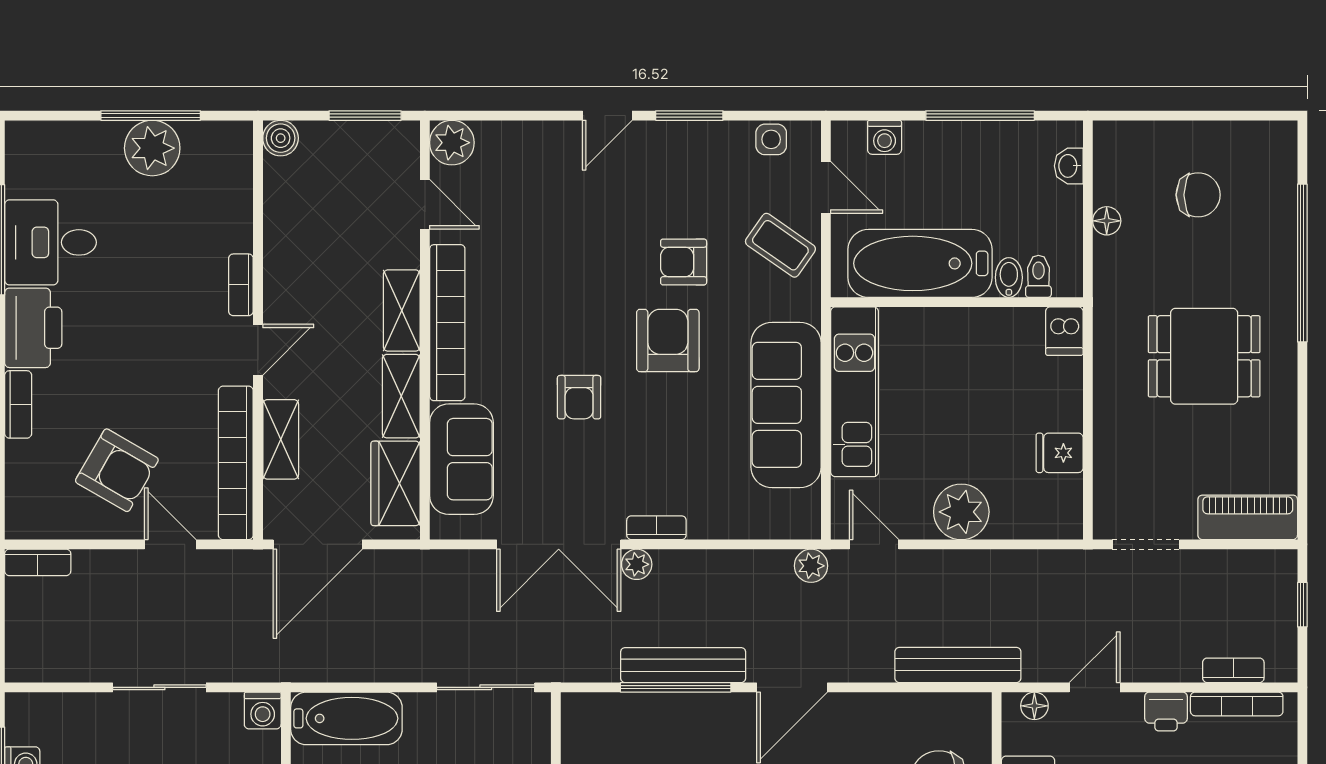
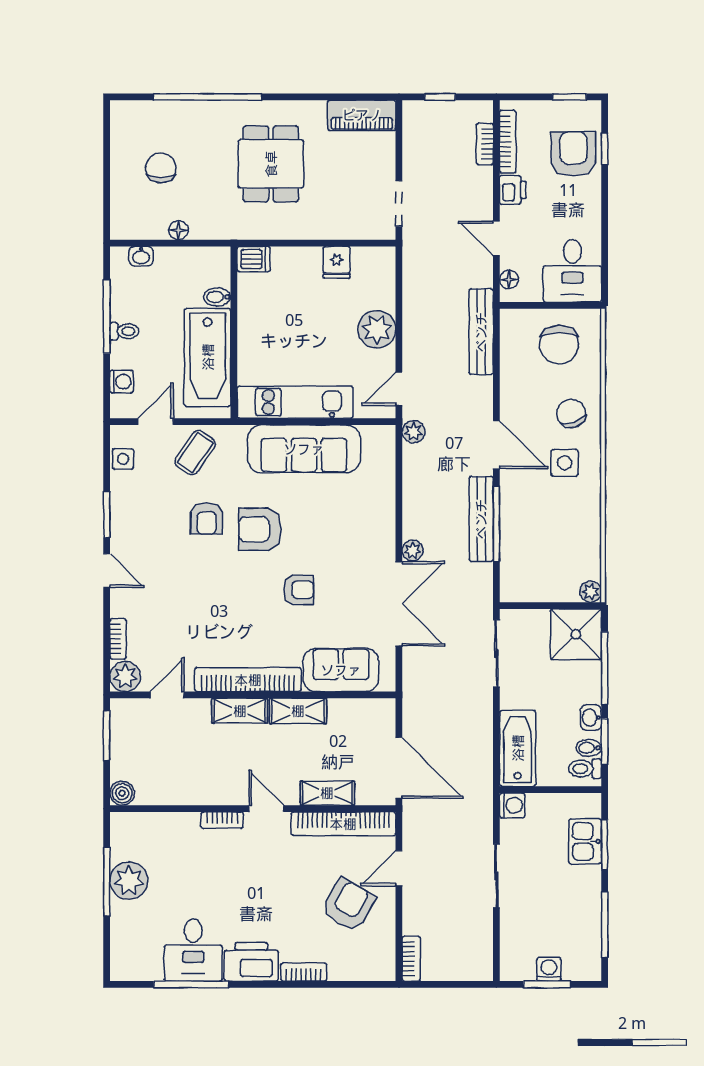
toilet: (1038, 276) -> (124, 331), moved, turned 180
wardrobe: (395, 483) -> (357, 715), removed
piano: (1248, 517) -> (362, 115), moved, turned -90
bookcase: (656, 528) -> (118, 639), moved, turned 180

